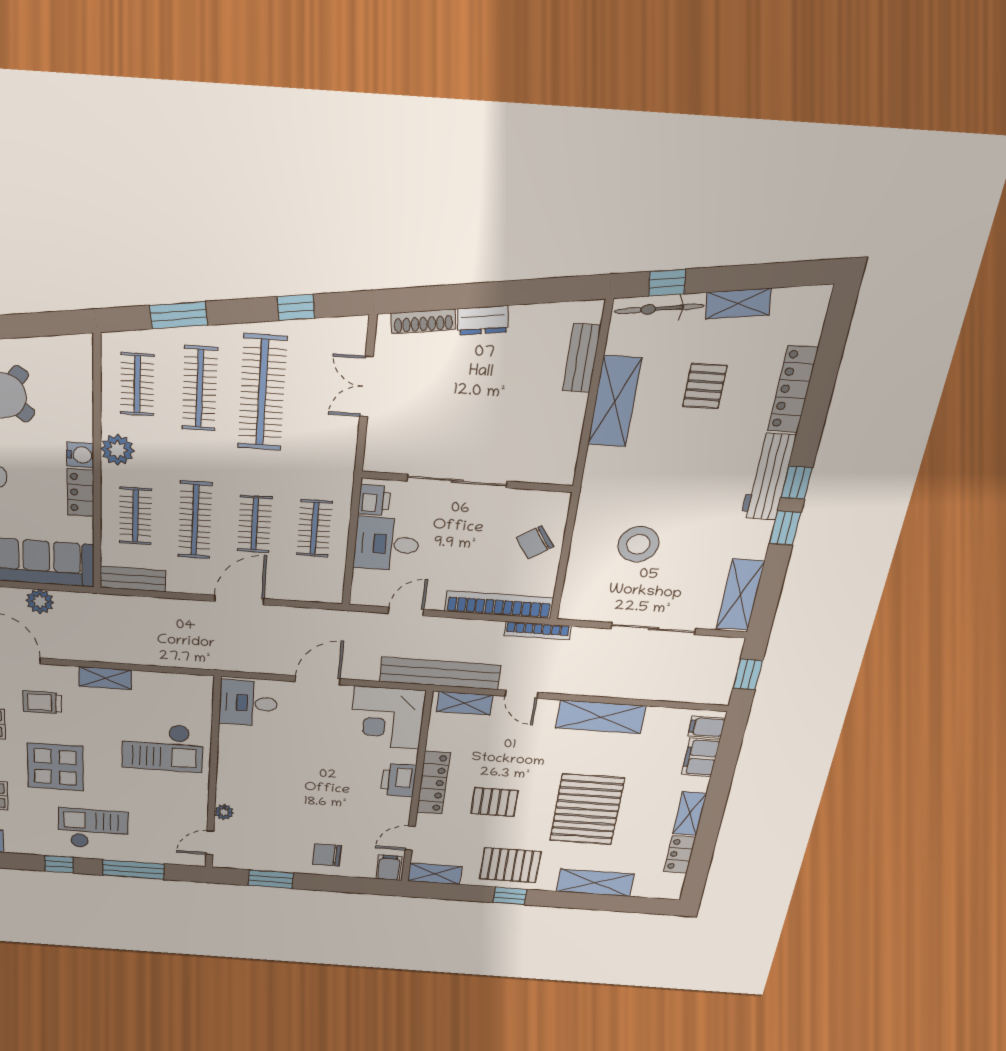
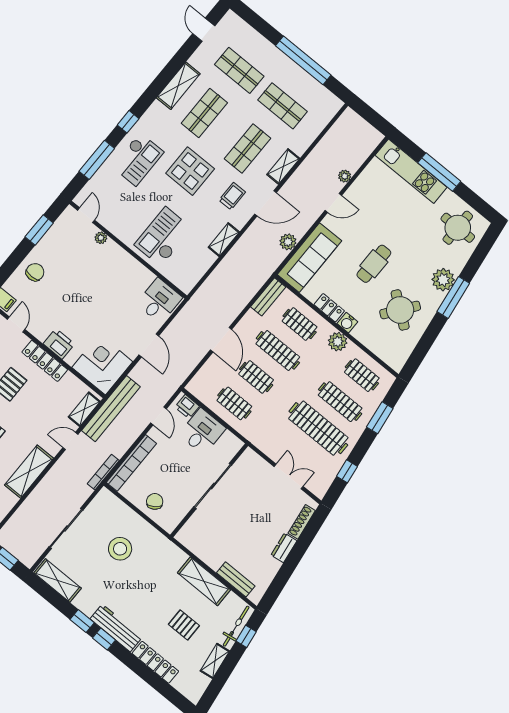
printer: (374, 500) -> (187, 407), moved

